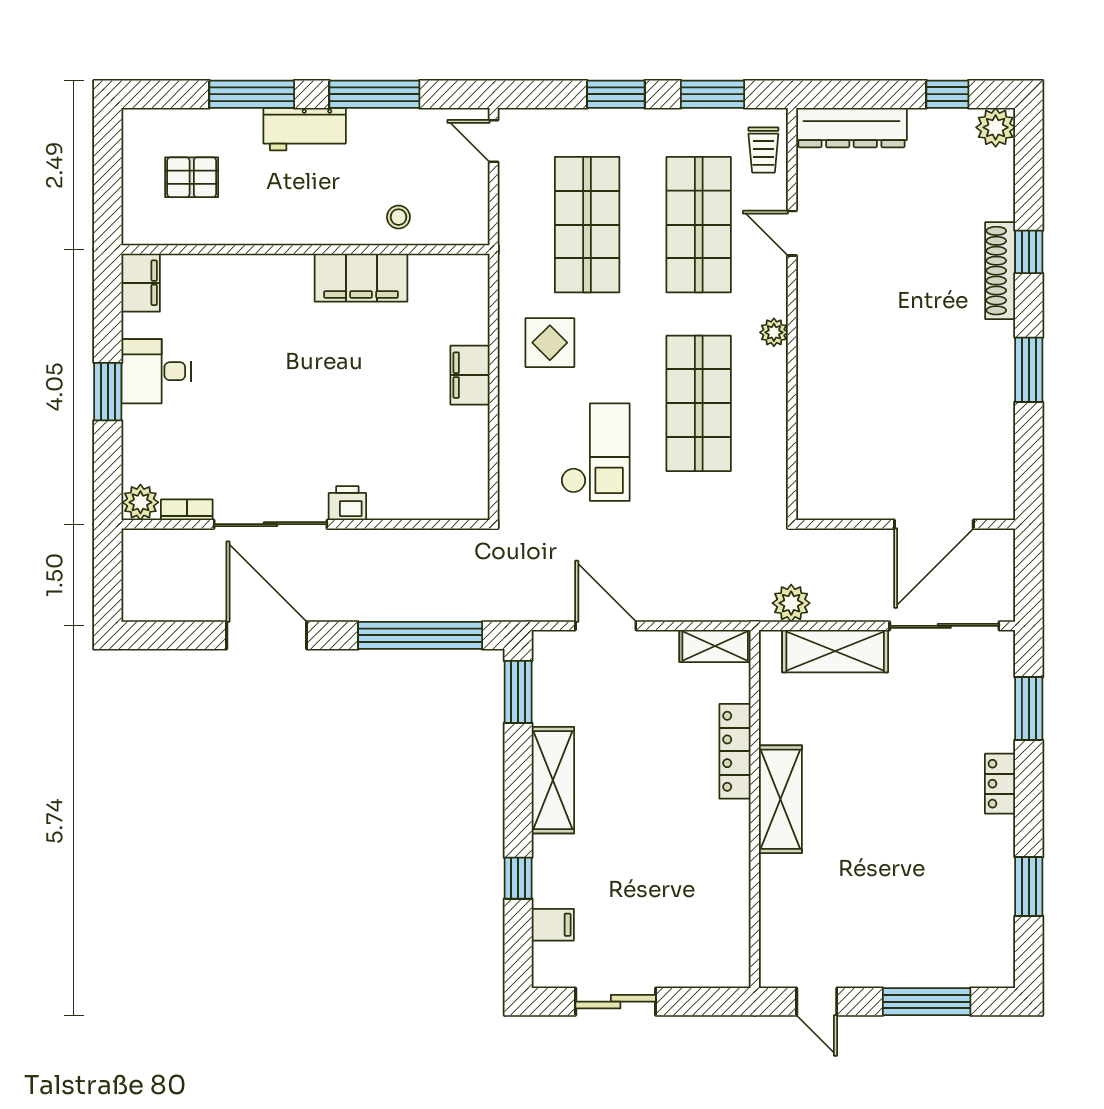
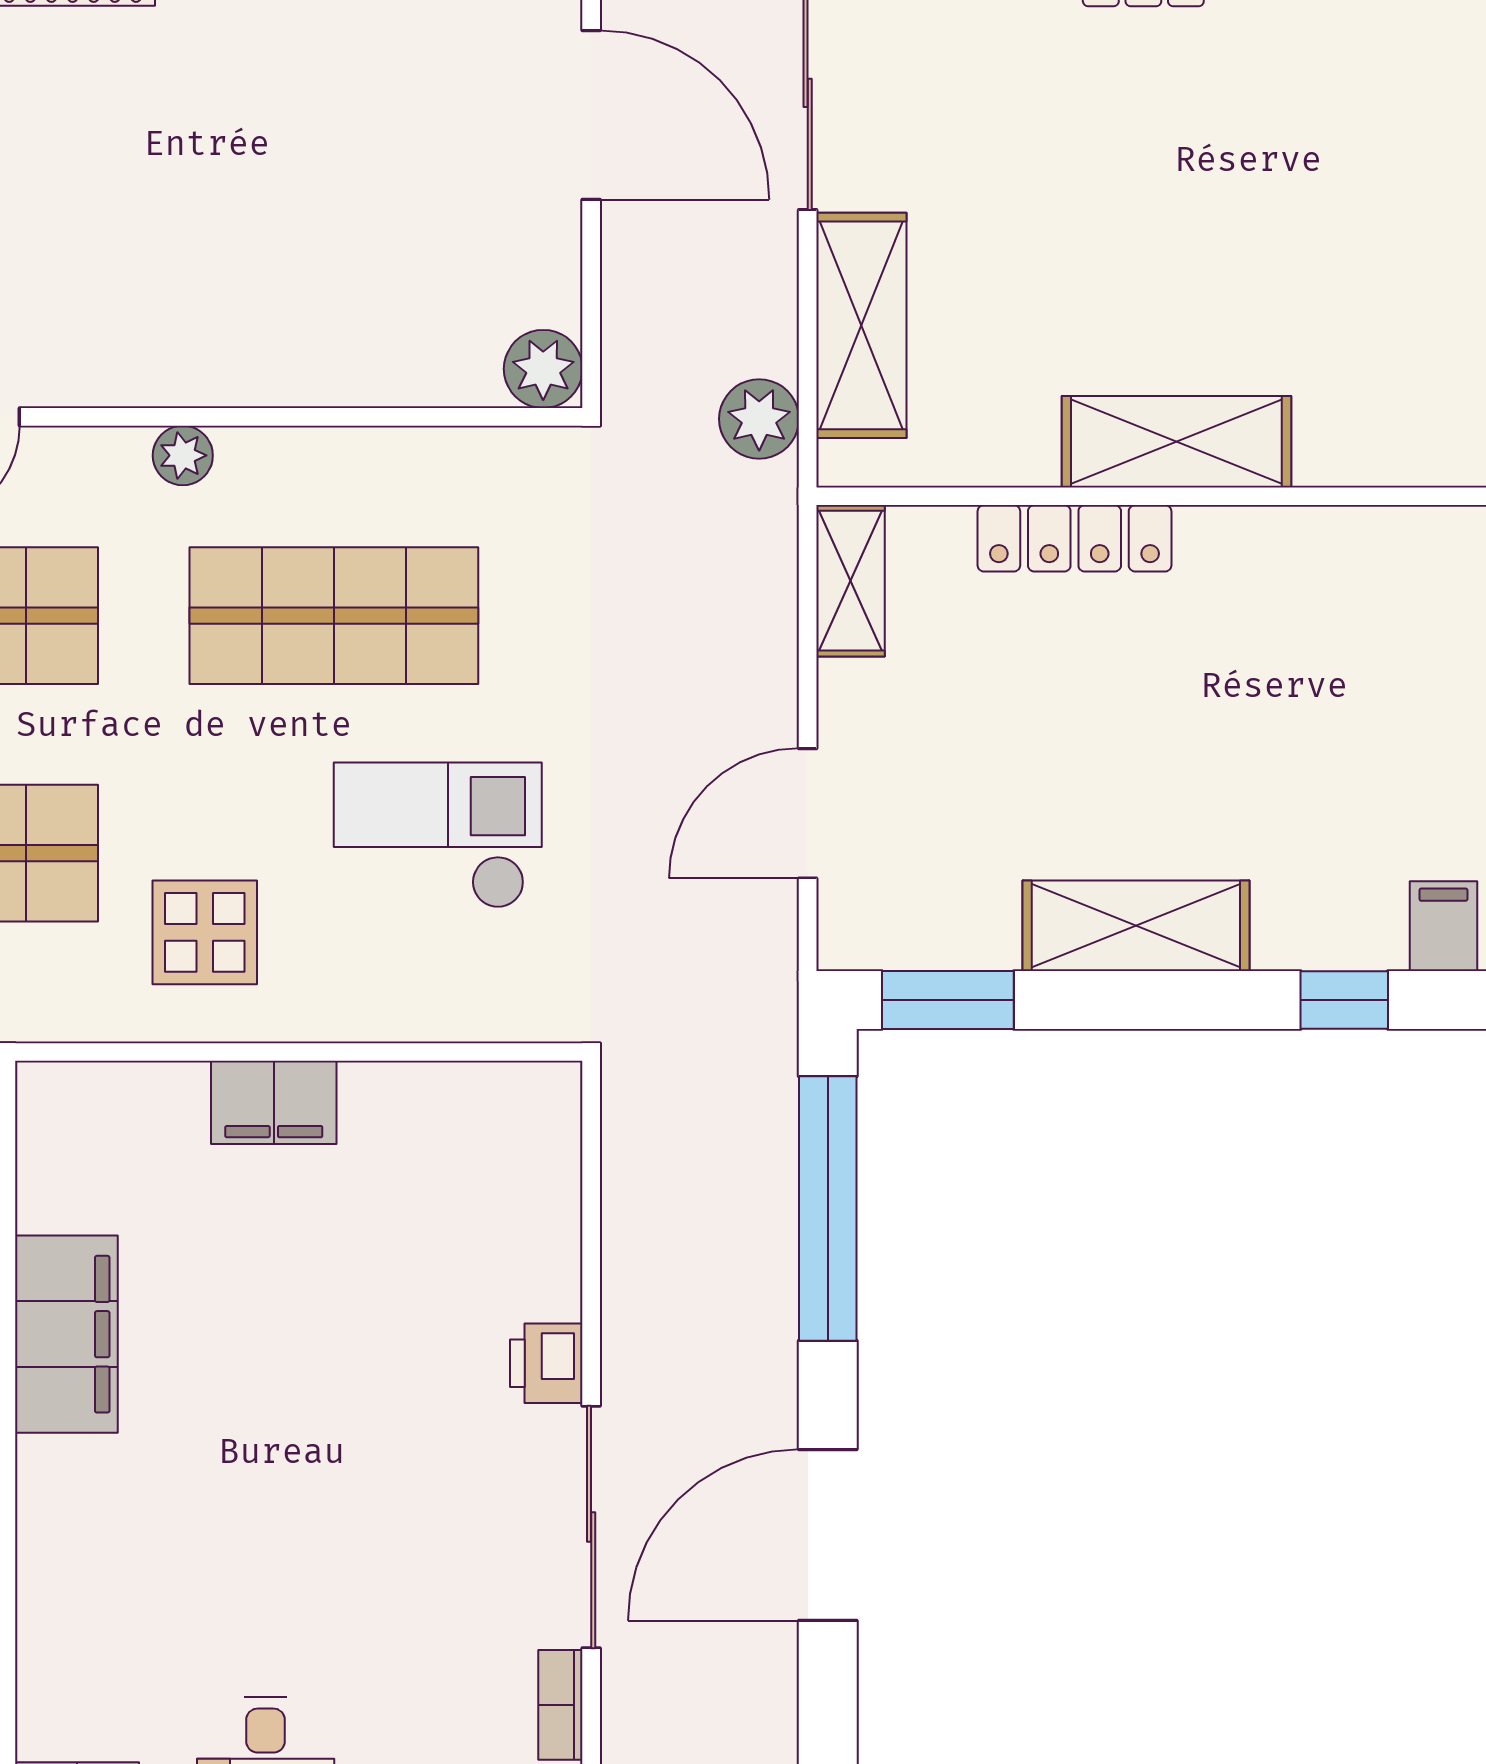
plant: (815, 502) -> (543, 369), added

